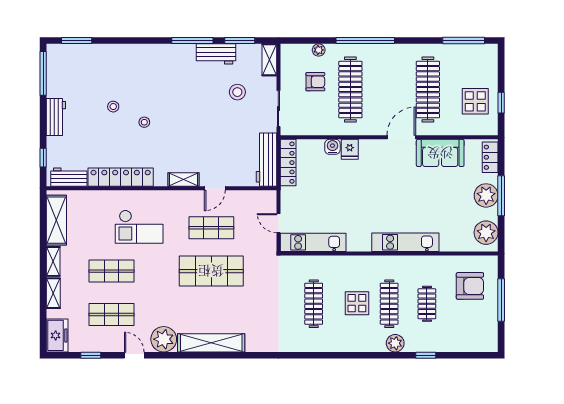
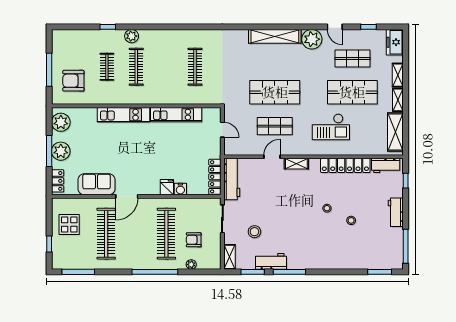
window: (501, 103) -> (49, 244), moved
checkout: (139, 227) -> (331, 127), turned 180
kitchen unit: (313, 242) -> (176, 115), moved
shop shelf: (112, 271) -> (352, 92), width x1.43, depth x1.36
display table: (357, 303) -> (161, 67), removed

